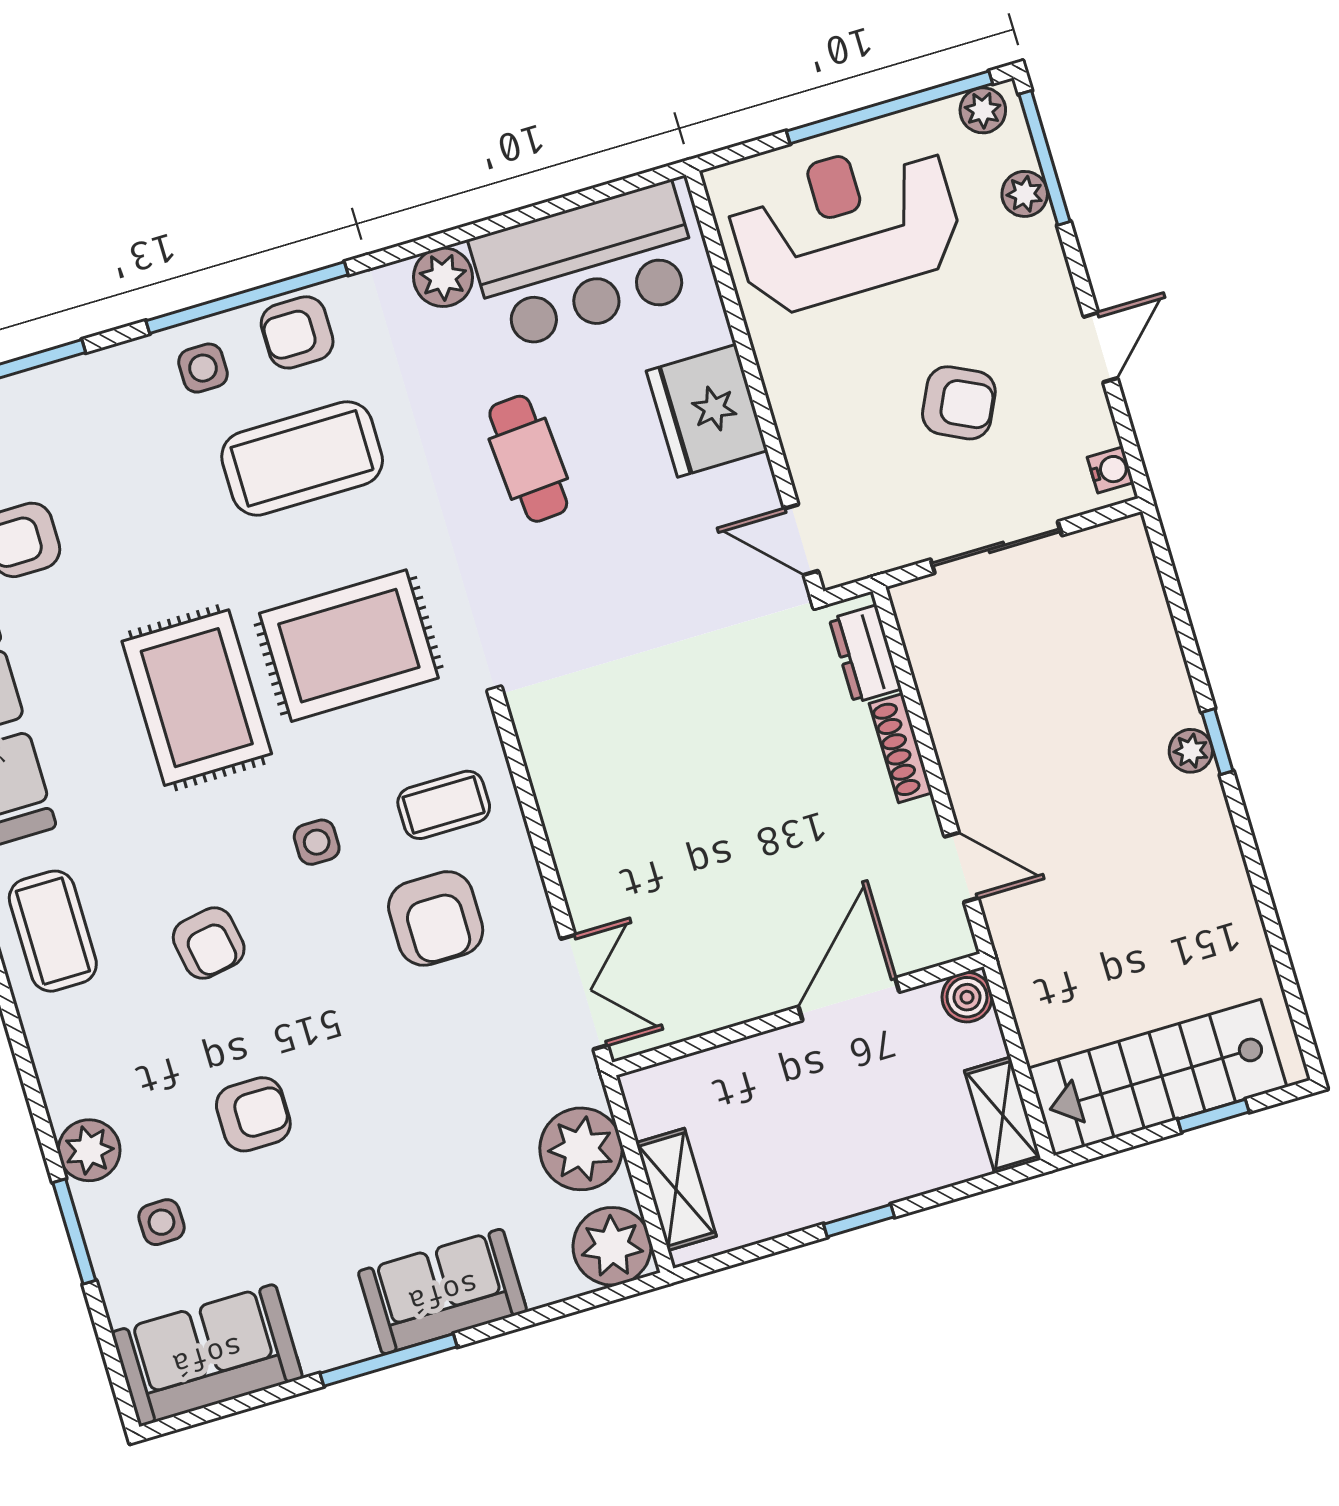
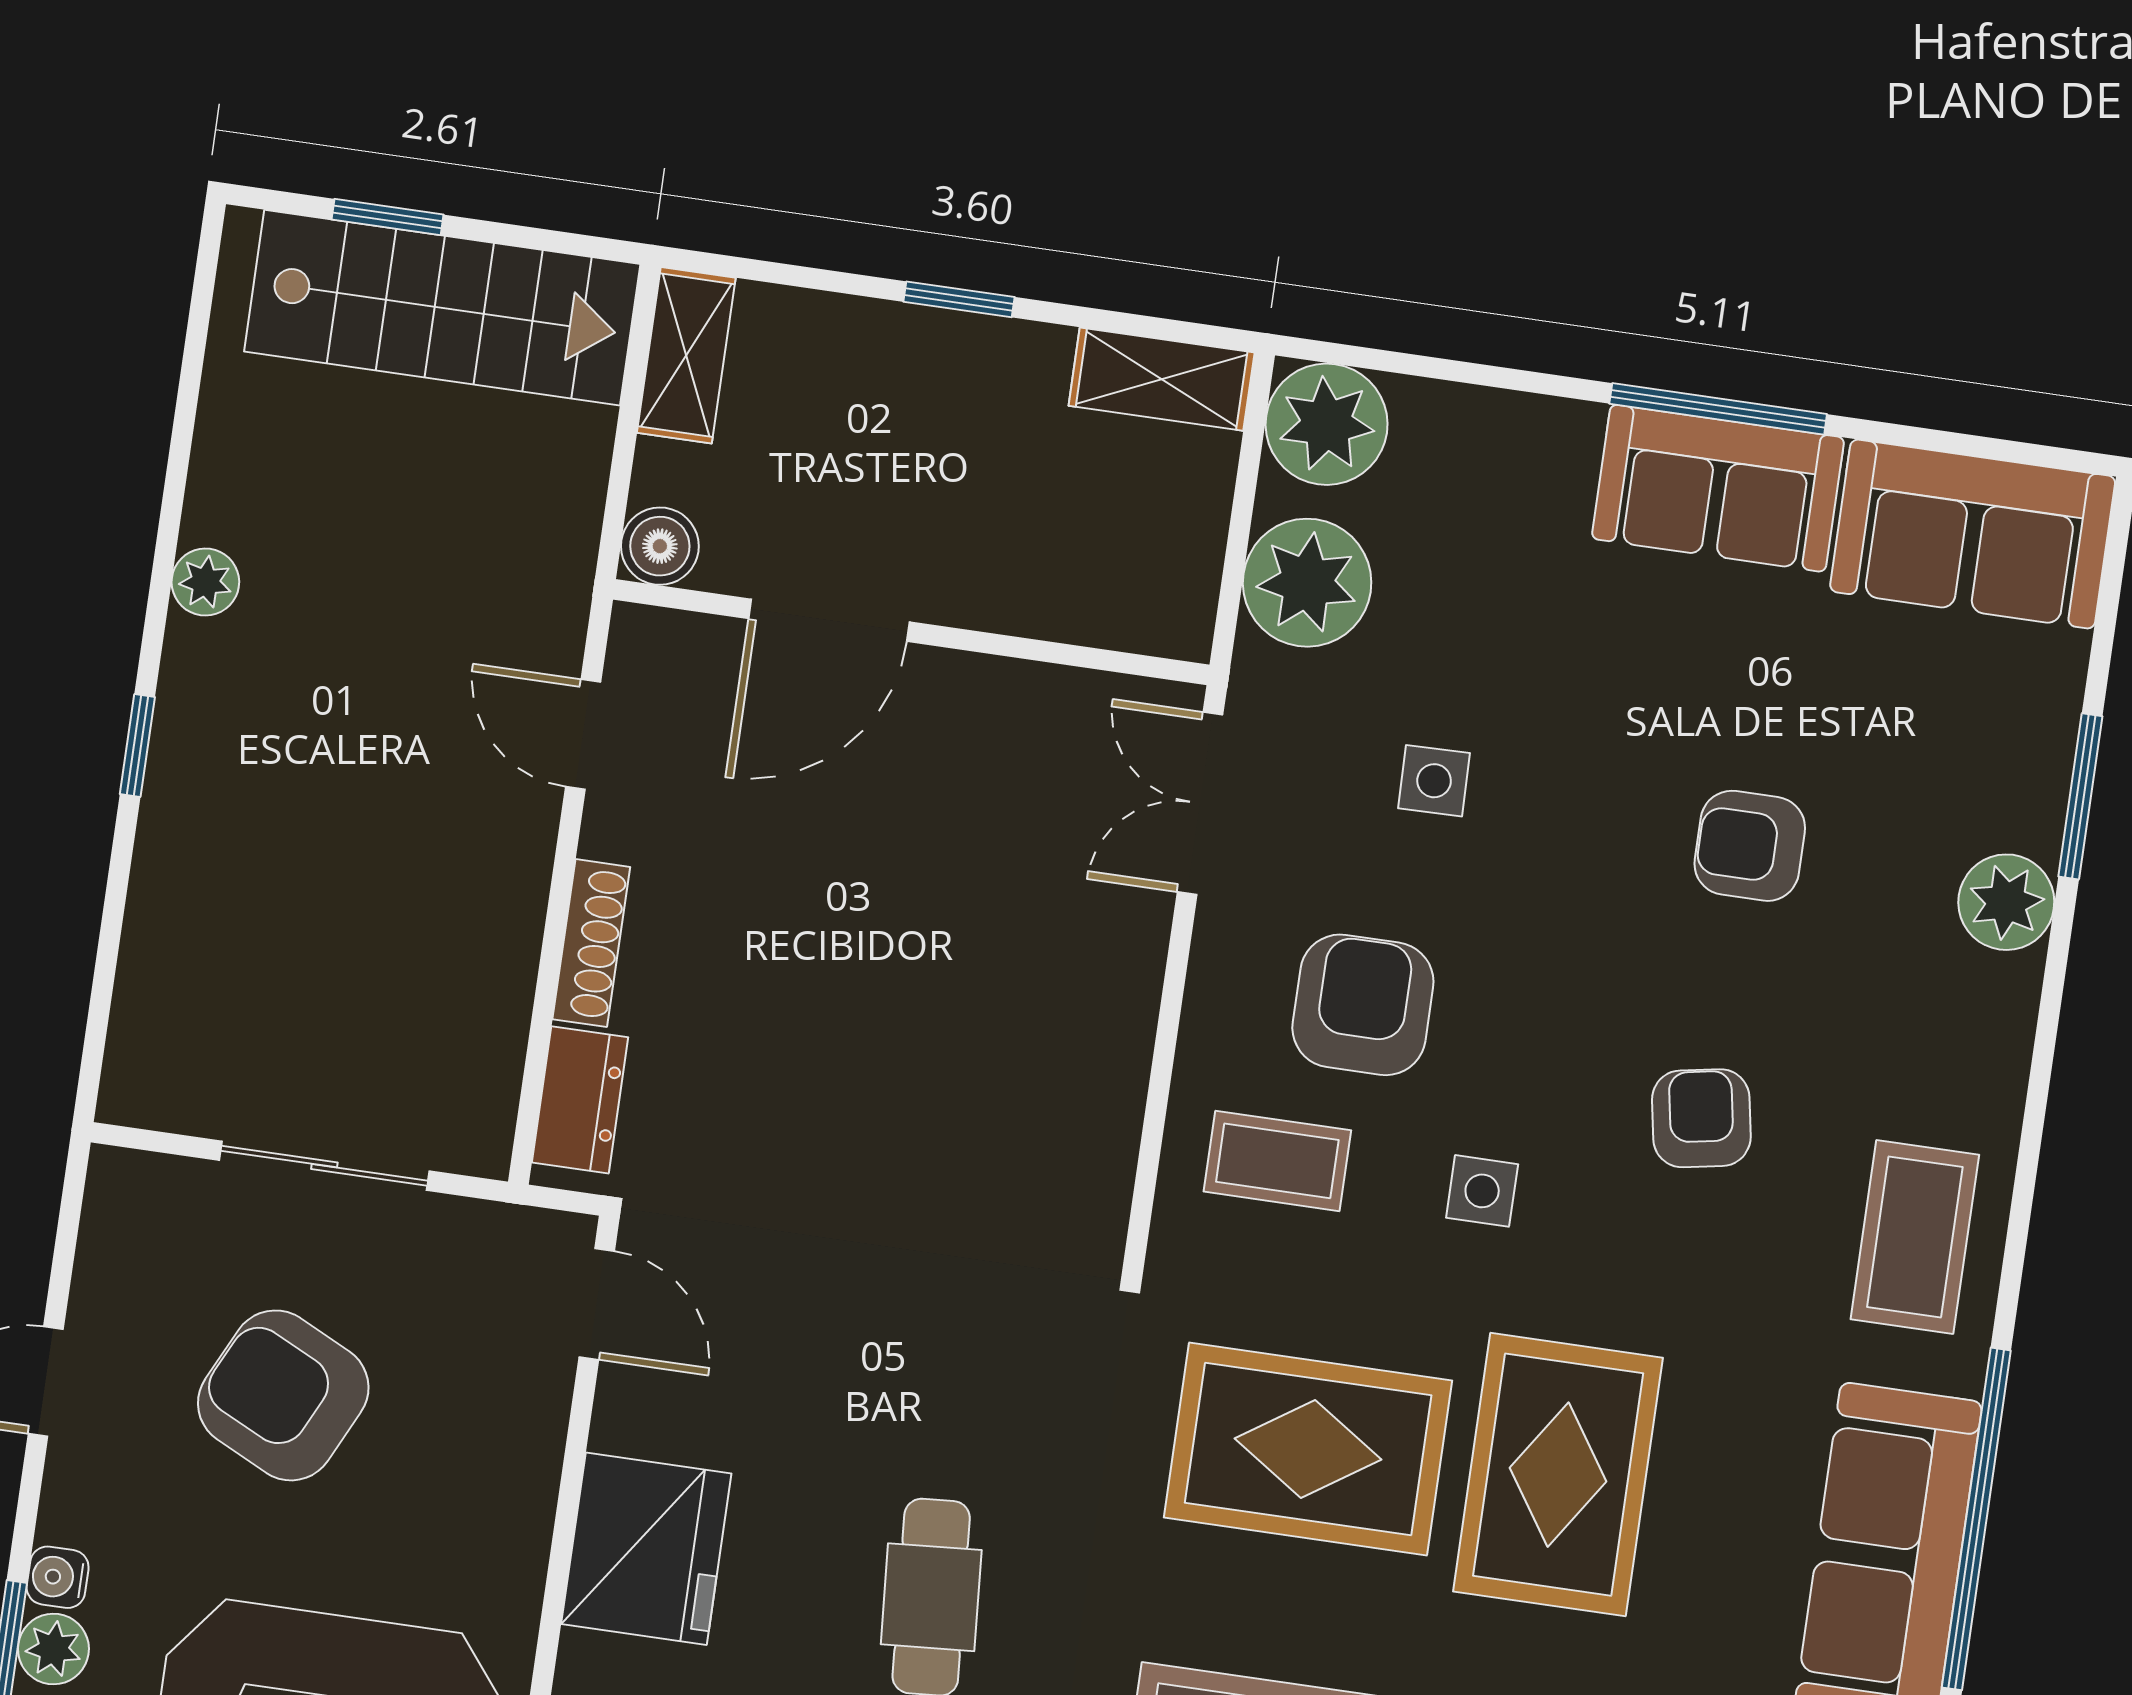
armchair: (959, 403) -> (283, 1395), width x1.38, depth x1.38
water cooler: (1110, 470) -> (58, 1577), moved
plant: (1191, 751) -> (205, 582), moved
shelving: (676, 1189) -> (1162, 379), moved, turned 90
side table: (162, 1222) -> (1434, 781), moved
sofa: (443, 1292) -> (1718, 488), moved

